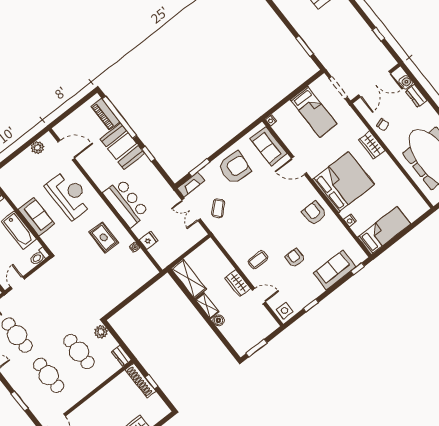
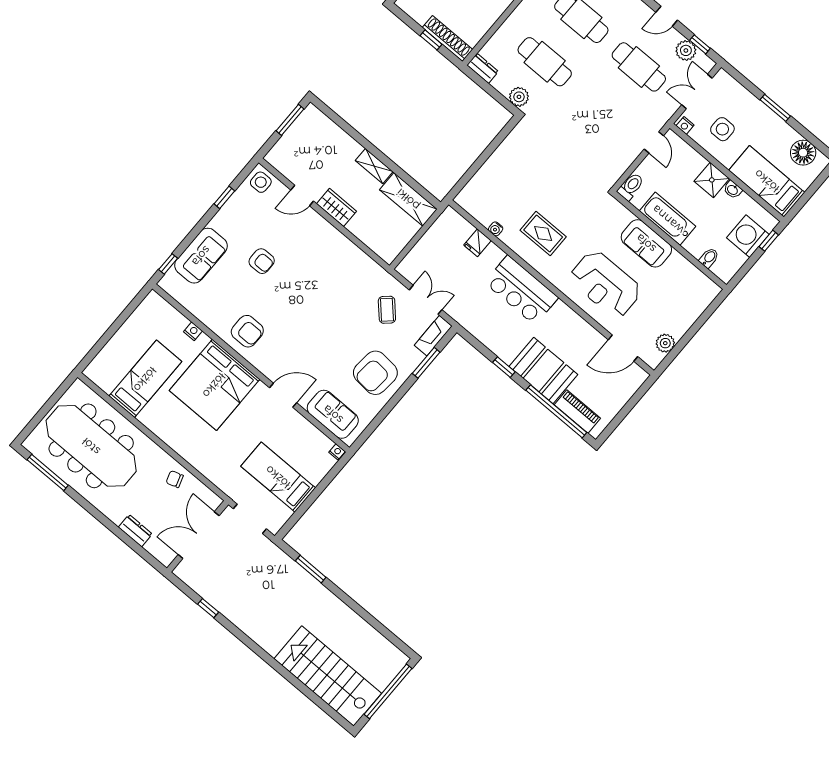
water cooler: (406, 82) -> (155, 547), removed
wardrobe: (372, 145) -> (185, 447), removed
bed: (384, 230) -> (145, 379), moved, turned 180
coffee table: (258, 260) -> (314, 247), removed
boiler: (218, 320) -> (353, 148), removed

